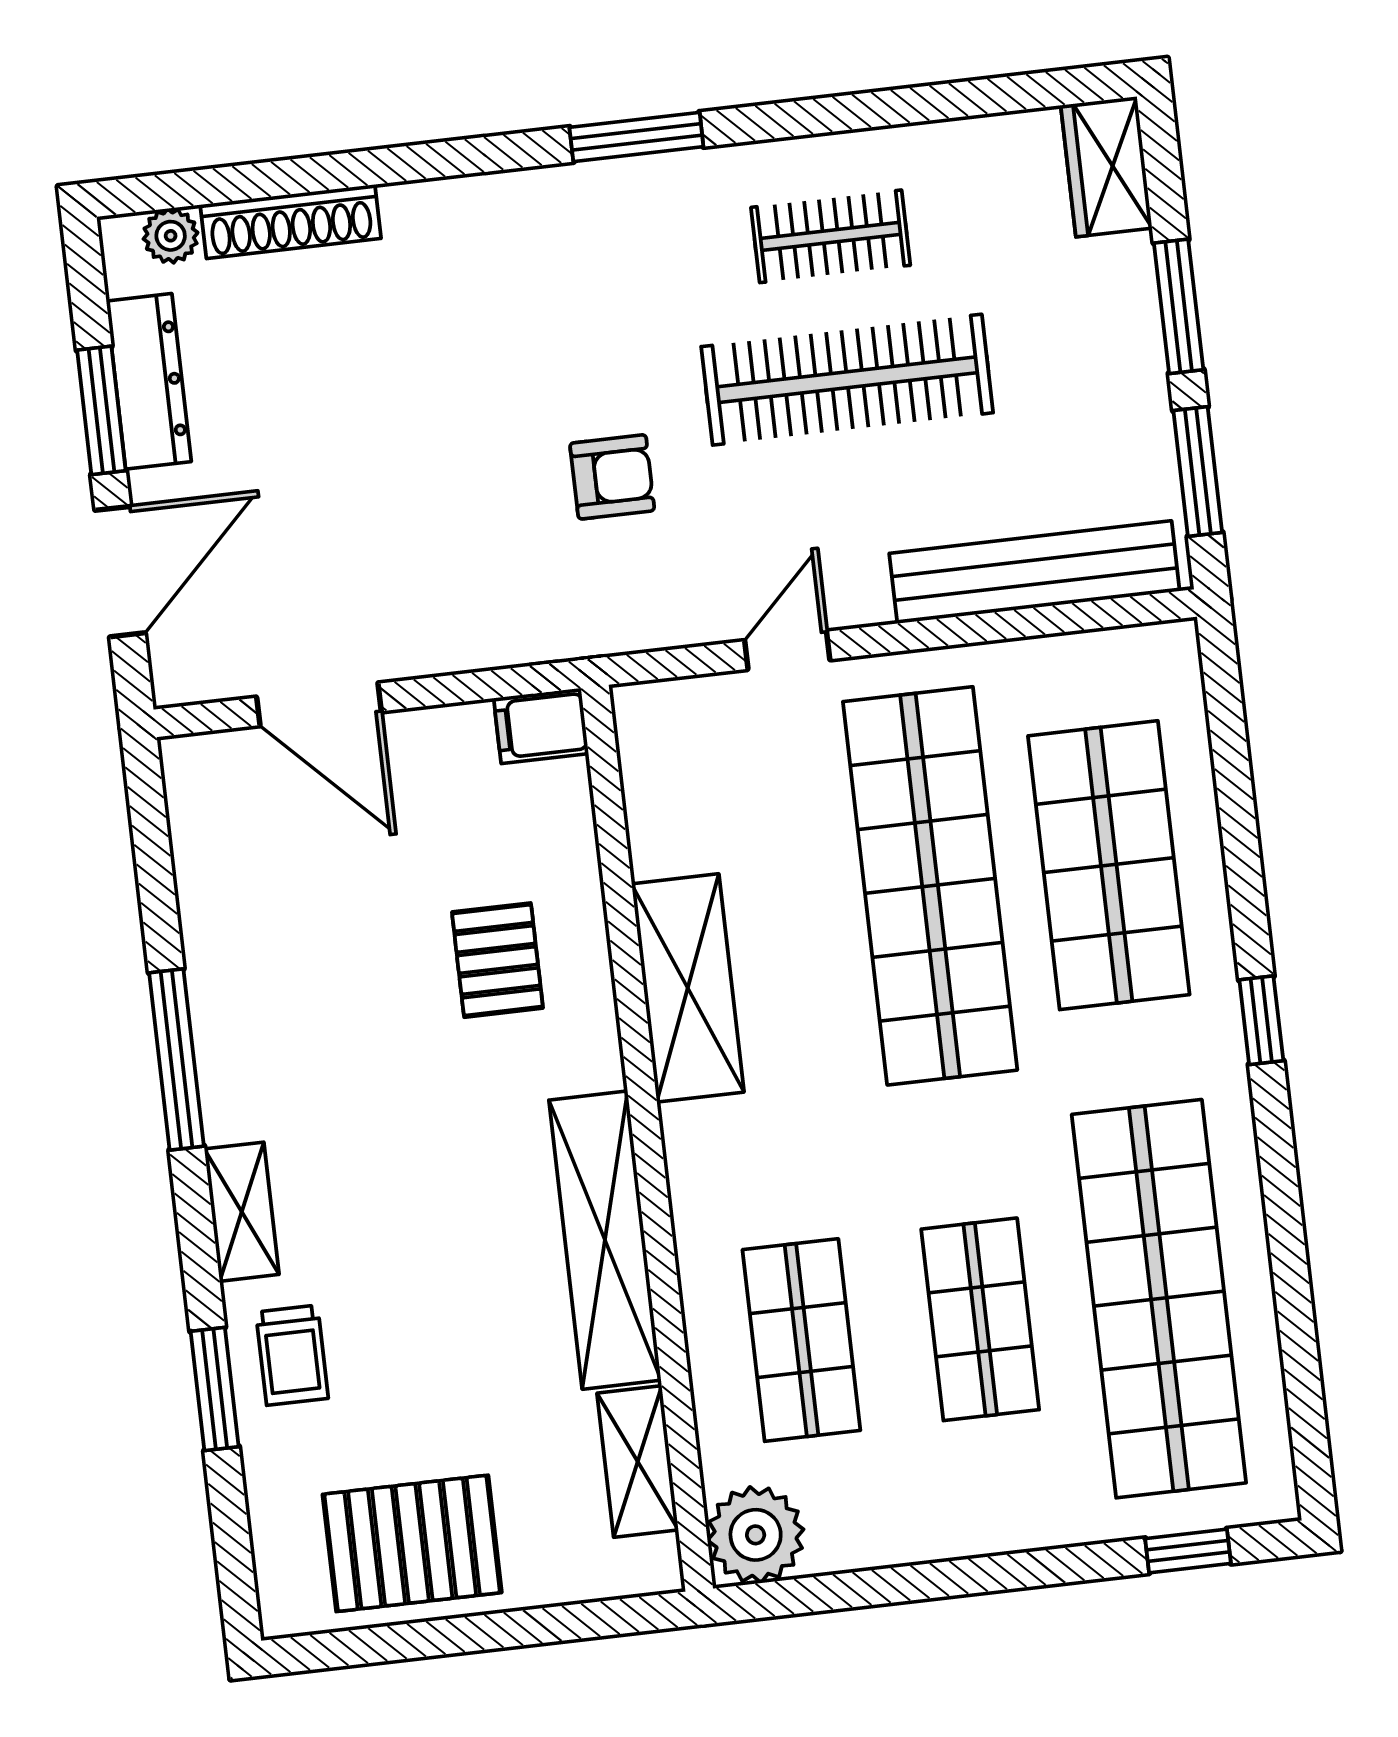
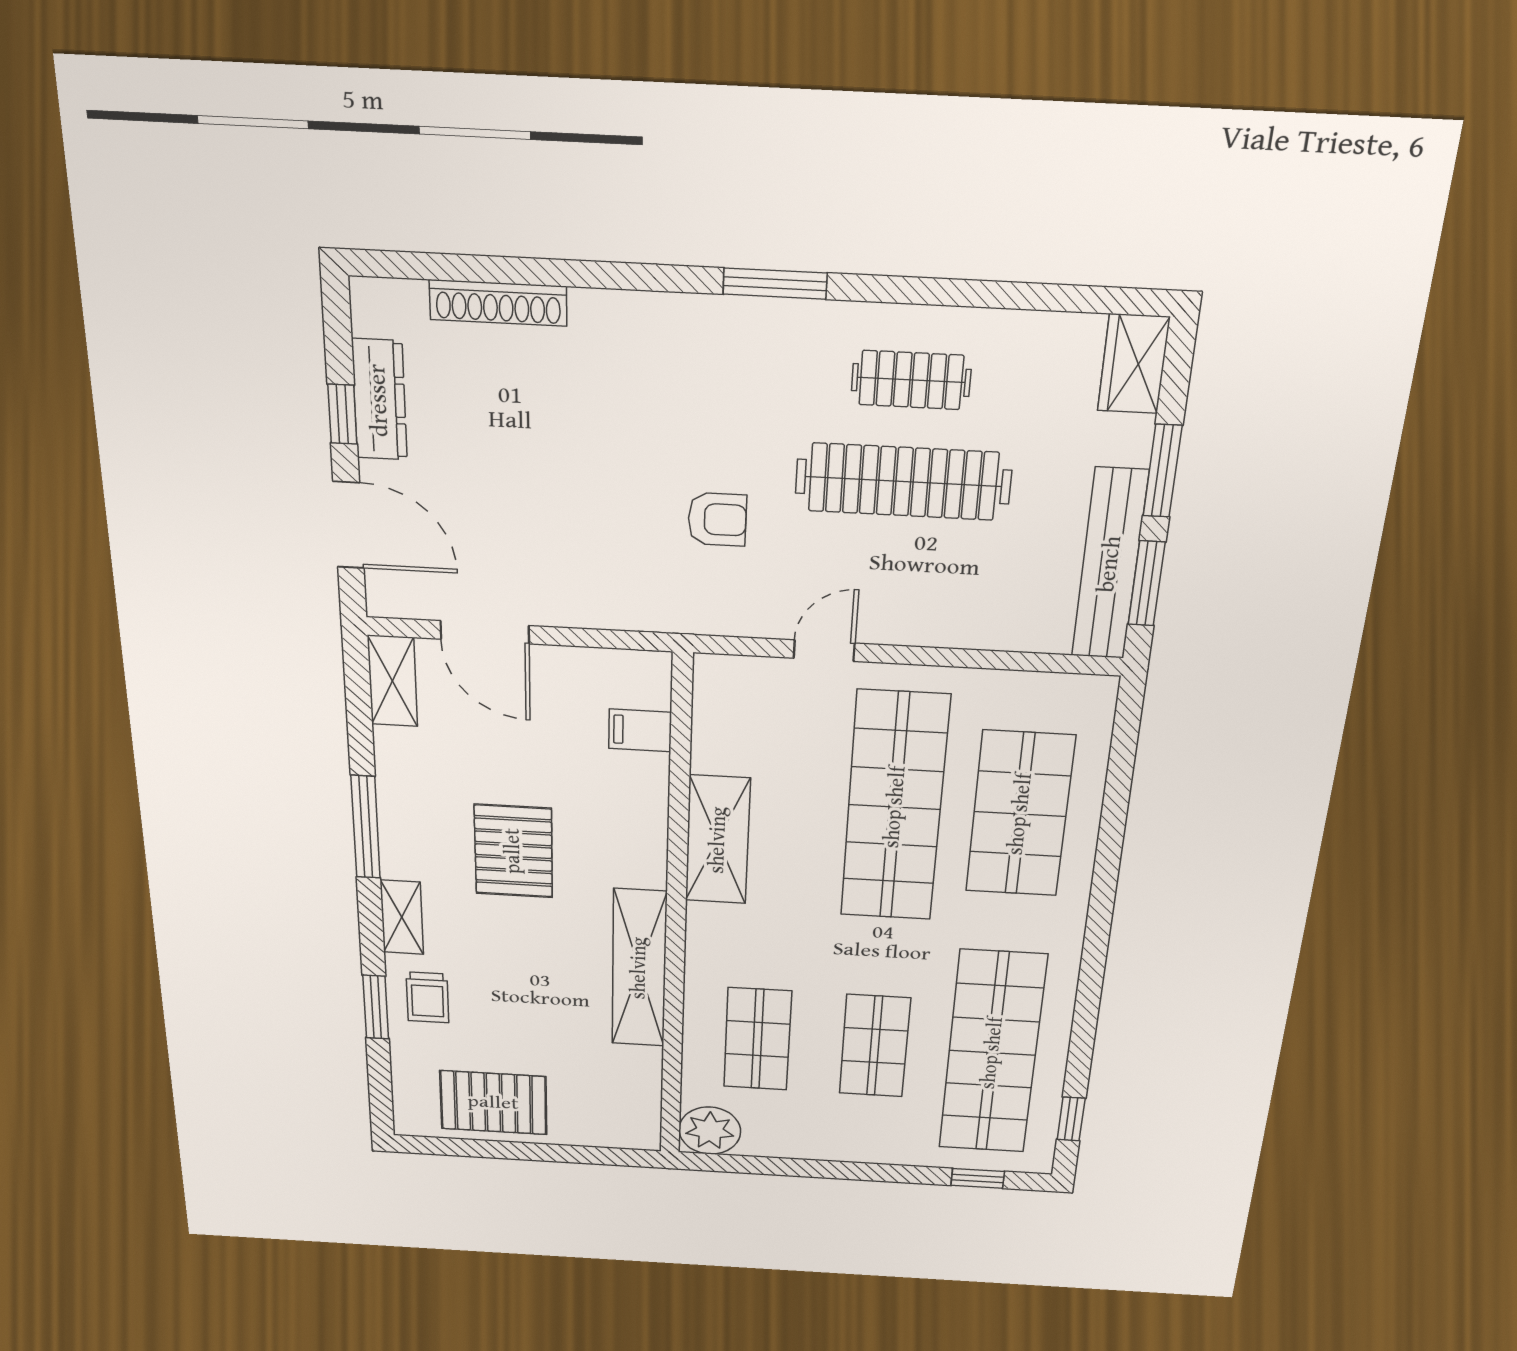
plant: (171, 236) -> (404, 298), removed
window: (101, 410) -> (342, 414), width x0.67
door: (120, 572) -> (349, 525), hinge flipped
bench: (1034, 572) -> (1110, 564), moved, turned 90
filing cabinet: (541, 726) -> (640, 730), moved
pallet: (497, 960) -> (513, 851), moved, width x1.50, depth x1.42
window: (1261, 1020) -> (1071, 1119), moved
shelving: (638, 1461) -> (392, 681), moved

